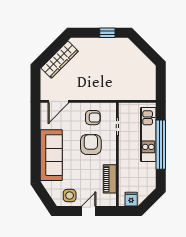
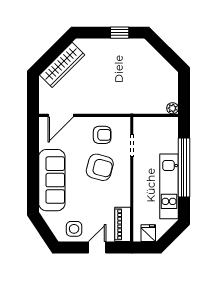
plant: (151, 95) -> (172, 108), added
kitchen unit: (148, 135) -> (169, 186), moved
armchair: (91, 144) -> (100, 167), turned 105
piano: (110, 179) -> (123, 224), moved

